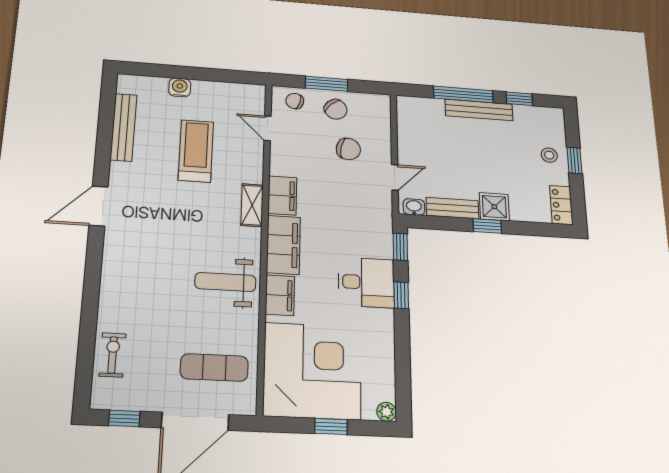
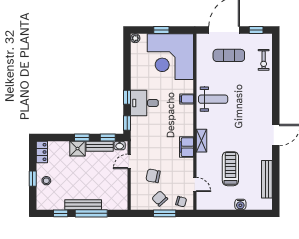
treadmill: (196, 151) -> (230, 169), turned 180
window: (437, 223) -> (108, 137), added
filing cabinet: (283, 245) -> (185, 120), removed
filing cabinet: (280, 295) -> (187, 99), width x0.50
exercise mat: (214, 367) -> (229, 55), moved

